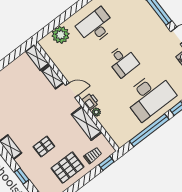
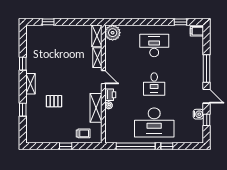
plant: (61, 35) -> (113, 33), moved
window: (106, 163) -> (66, 146), moved
pallet: (67, 168) -> (59, 128), removed

